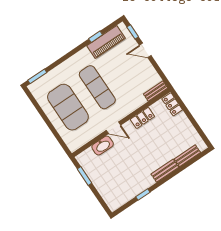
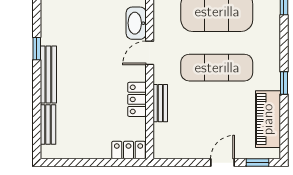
window: (96, 37) -> (284, 83), moved
bench: (156, 91) -> (160, 103), moved
bench: (165, 171) -> (48, 75), width x1.36
window: (143, 195) -> (37, 49), moved

